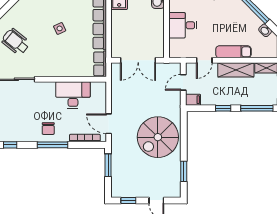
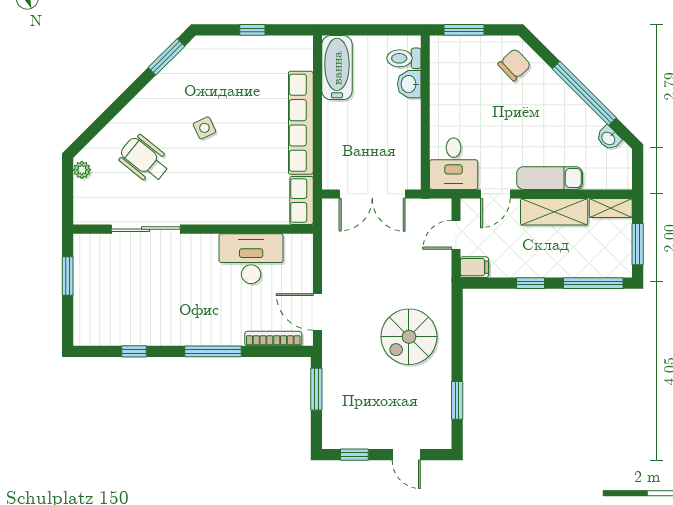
desk: (183, 25) -> (454, 164), moved, turned -90
side table: (60, 28) -> (204, 128), moved
chair: (48, 129) -> (205, 321), removed
spiral stairs: (158, 137) -> (409, 337), width x0.73, depth x0.73

